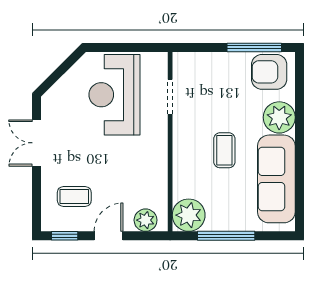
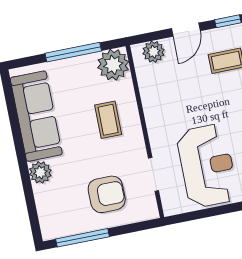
armchair: (269, 72) -> (107, 194), moved
plant: (279, 117) -> (40, 172), width x0.73, depth x0.73
coffee table: (224, 150) -> (108, 120), moved

